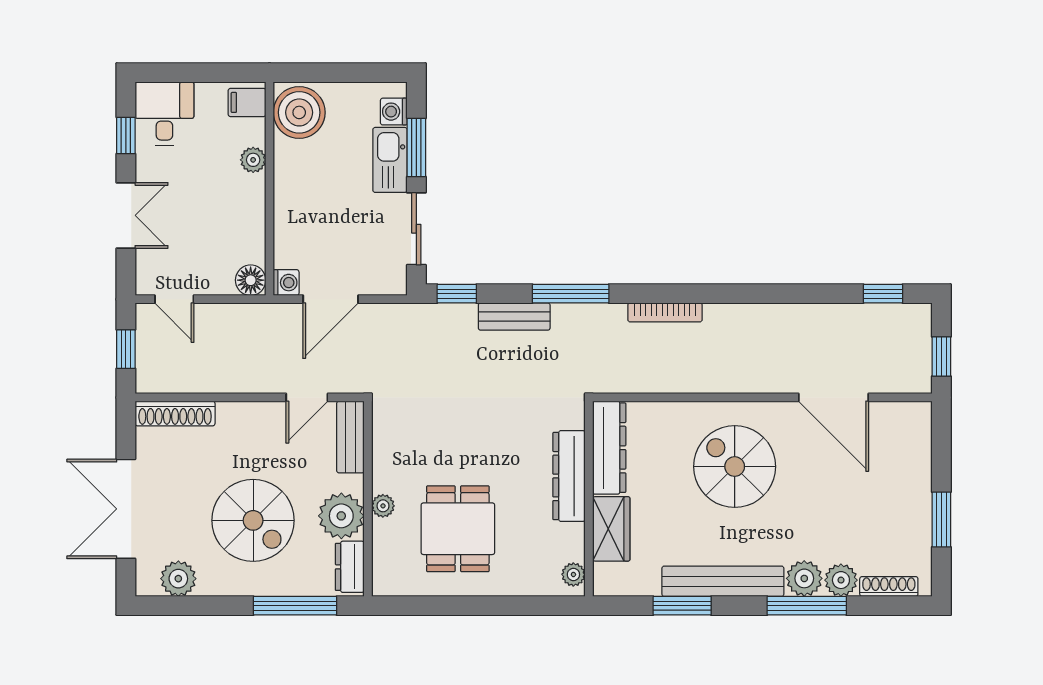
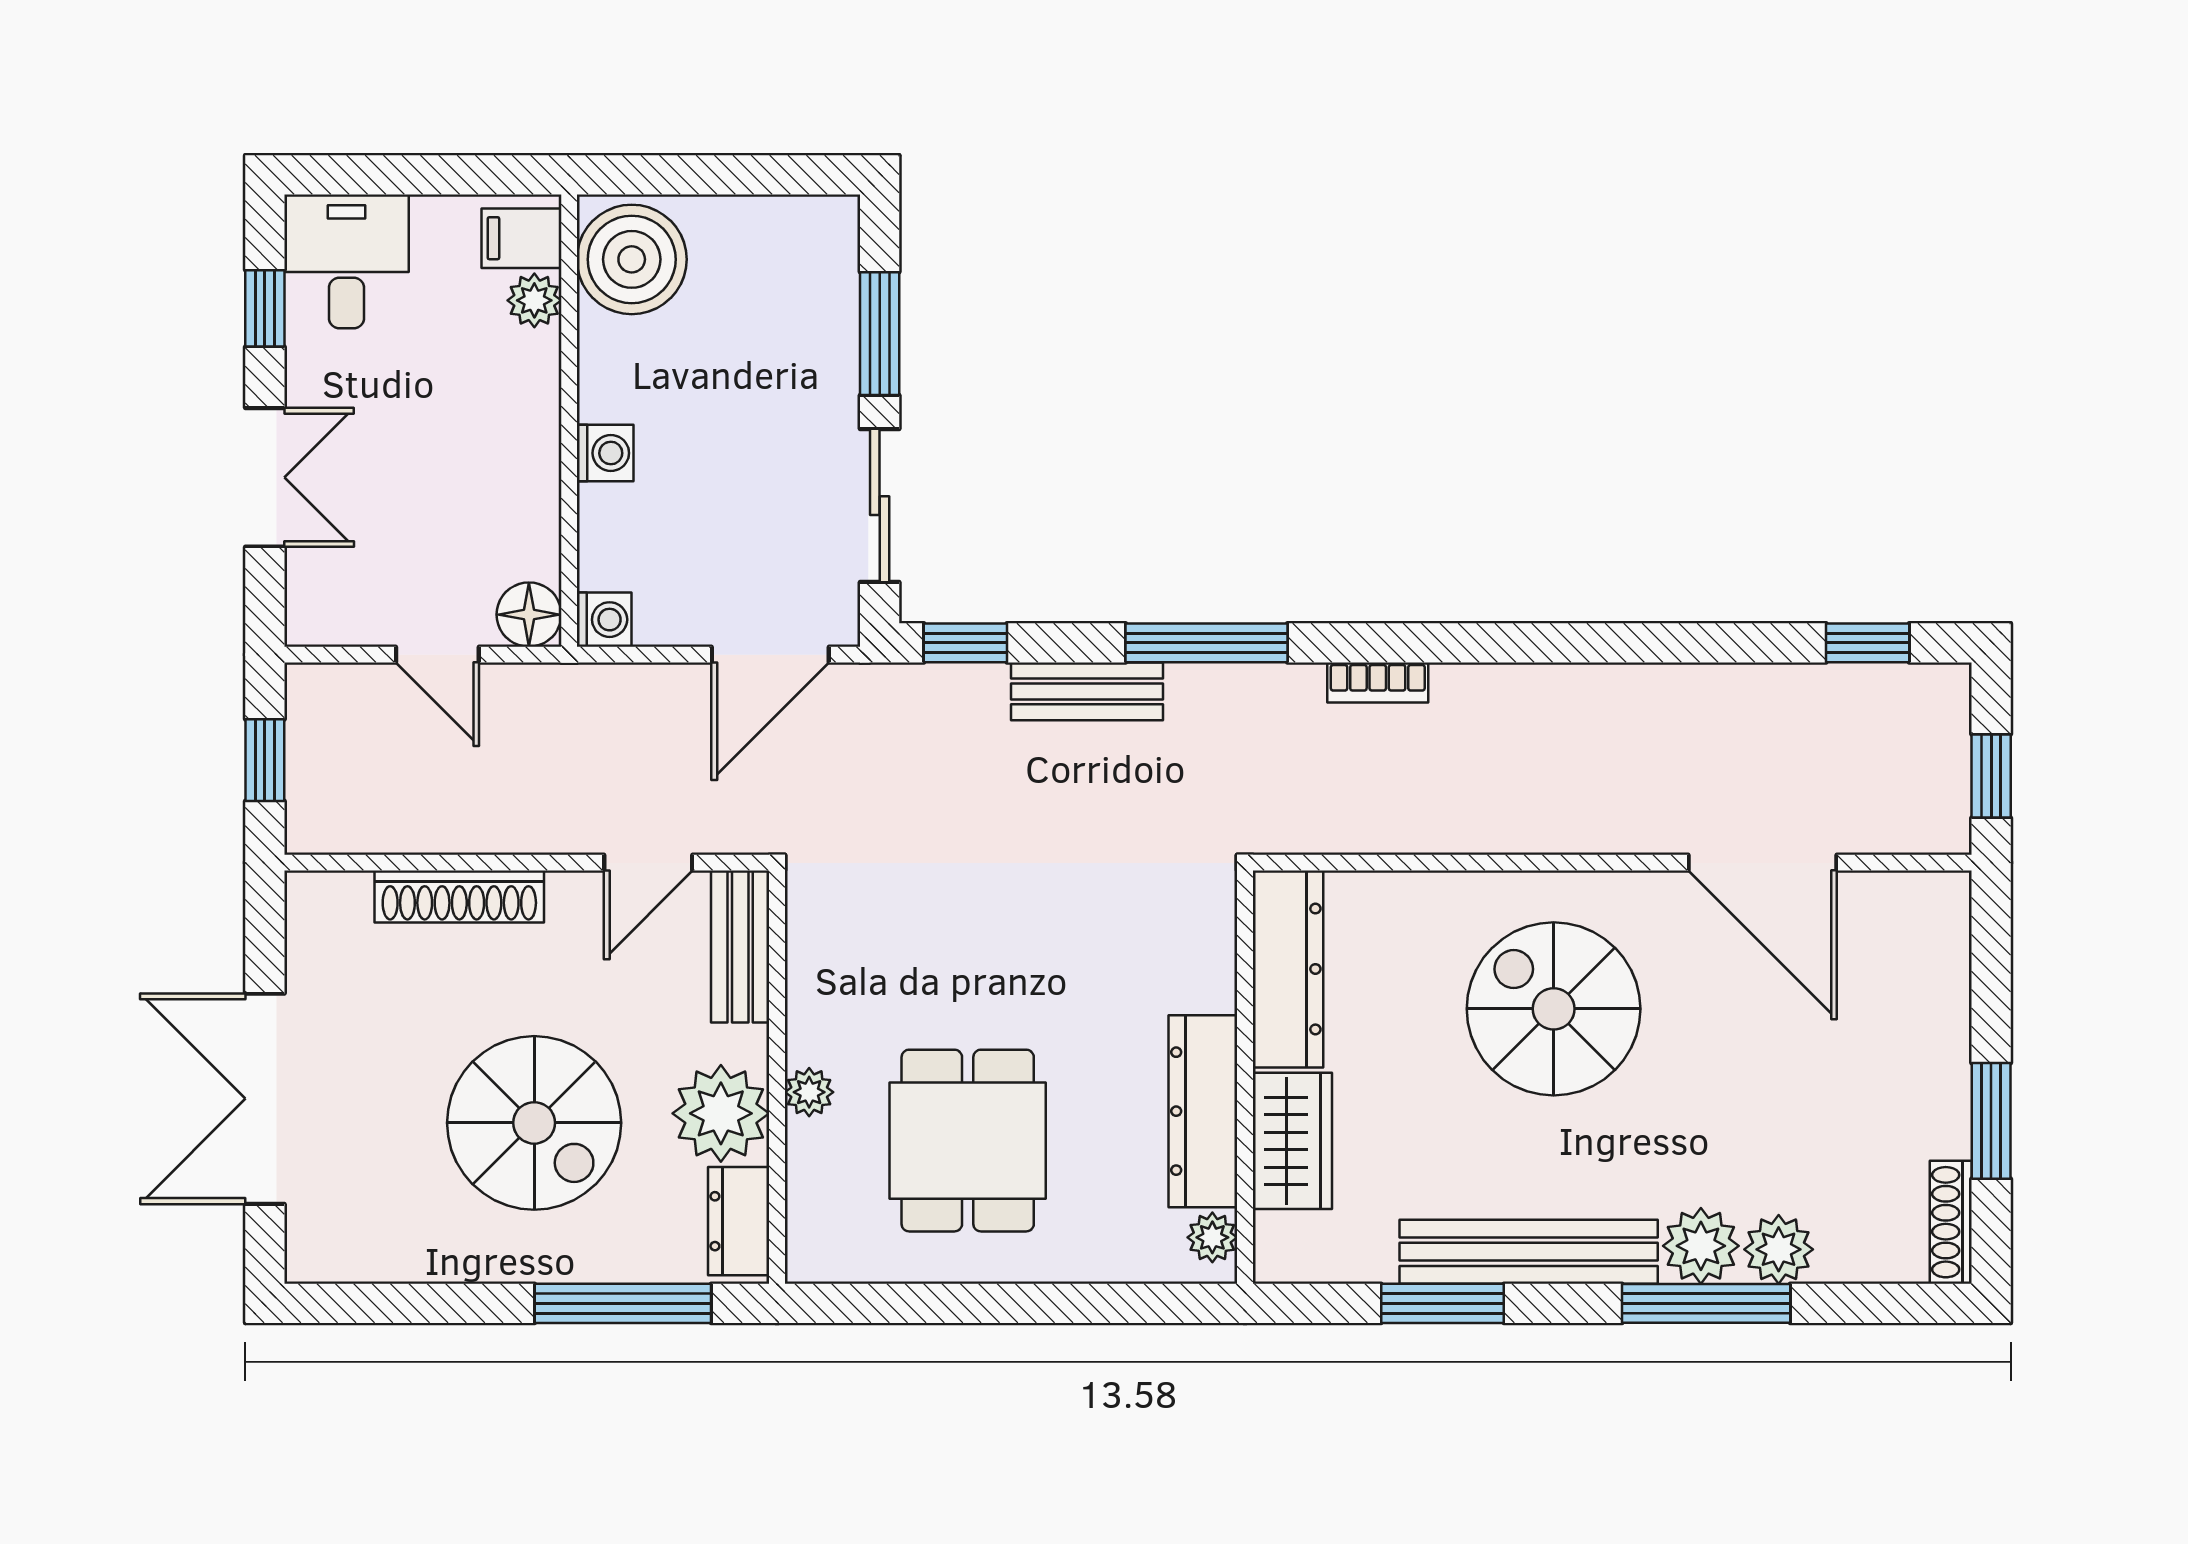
washing machine: (394, 112) -> (605, 453), moved, turned 180
plant: (253, 160) -> (534, 300), moved
kitchen sink: (390, 160) -> (824, 360), removed
door: (174, 299) -> (437, 655), moved
door: (331, 299) -> (770, 655), moved
bookcase: (665, 312) -> (1378, 683), width x0.64
shoe rack: (175, 413) -> (459, 897), moved
dresser: (569, 476) -> (1203, 1111), moved
plant: (178, 579) -> (376, 1246), removed
shoe rack: (889, 587) -> (1951, 1222), moved, turned -90

